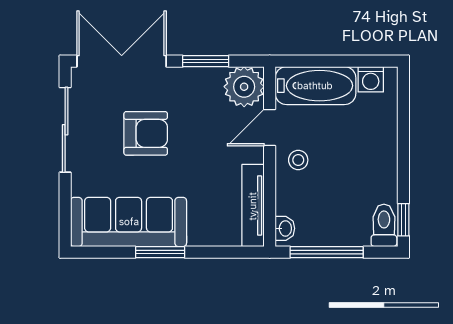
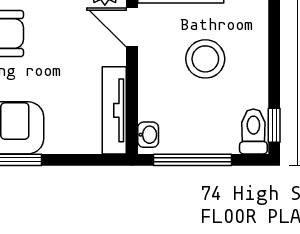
door: (270, 128) -> (132, 27), hinge flipped
stool: (298, 160) -> (205, 59), moved, width x1.89, depth x1.89

